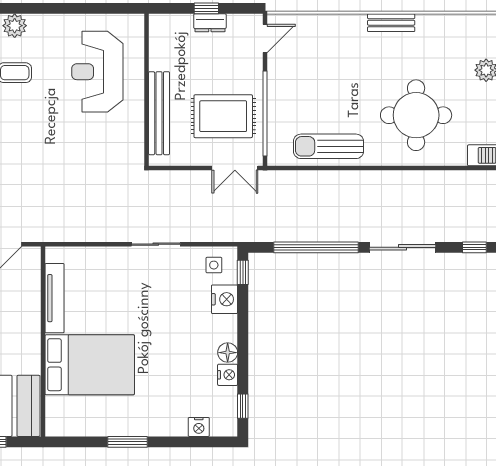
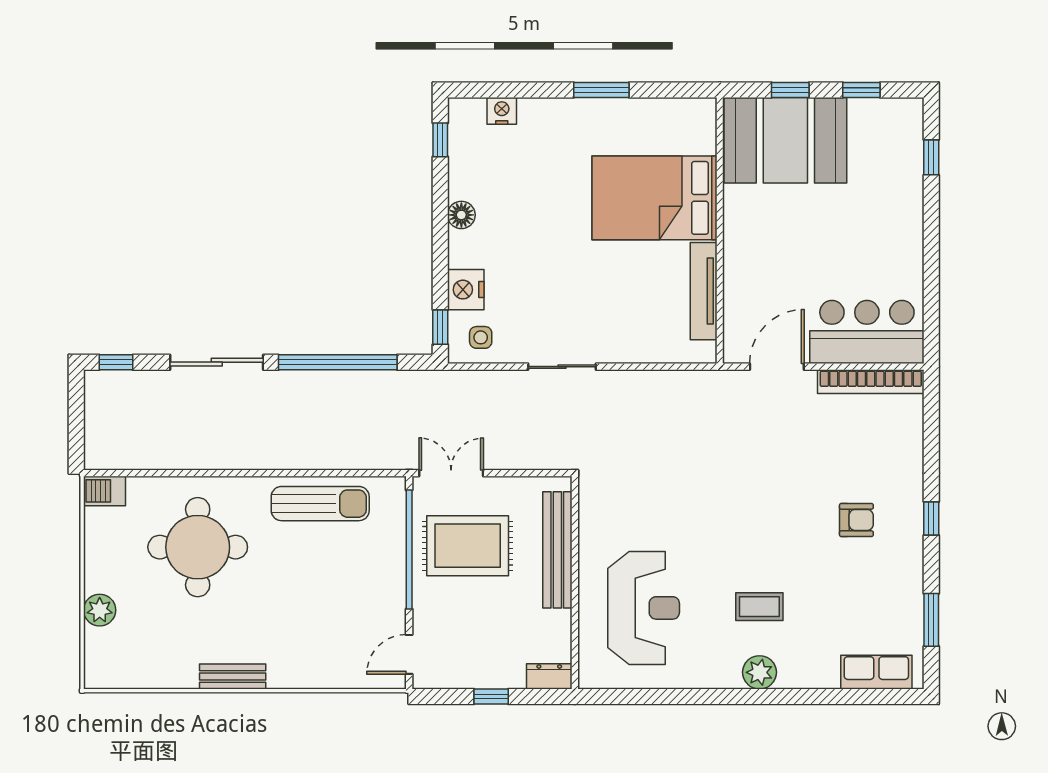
dresser: (210, 23) -> (549, 676), moved
nightstand: (228, 375) -> (461, 184), removed

